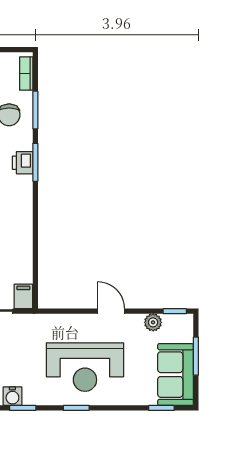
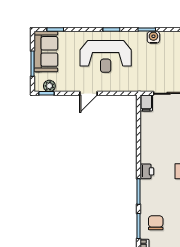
printer: (23, 163) -> (147, 171), moved
door: (111, 311) -> (88, 93), hinge flipped
plant: (153, 322) -> (49, 86), moved
reception desk: (85, 367) -> (106, 56), turned 180

